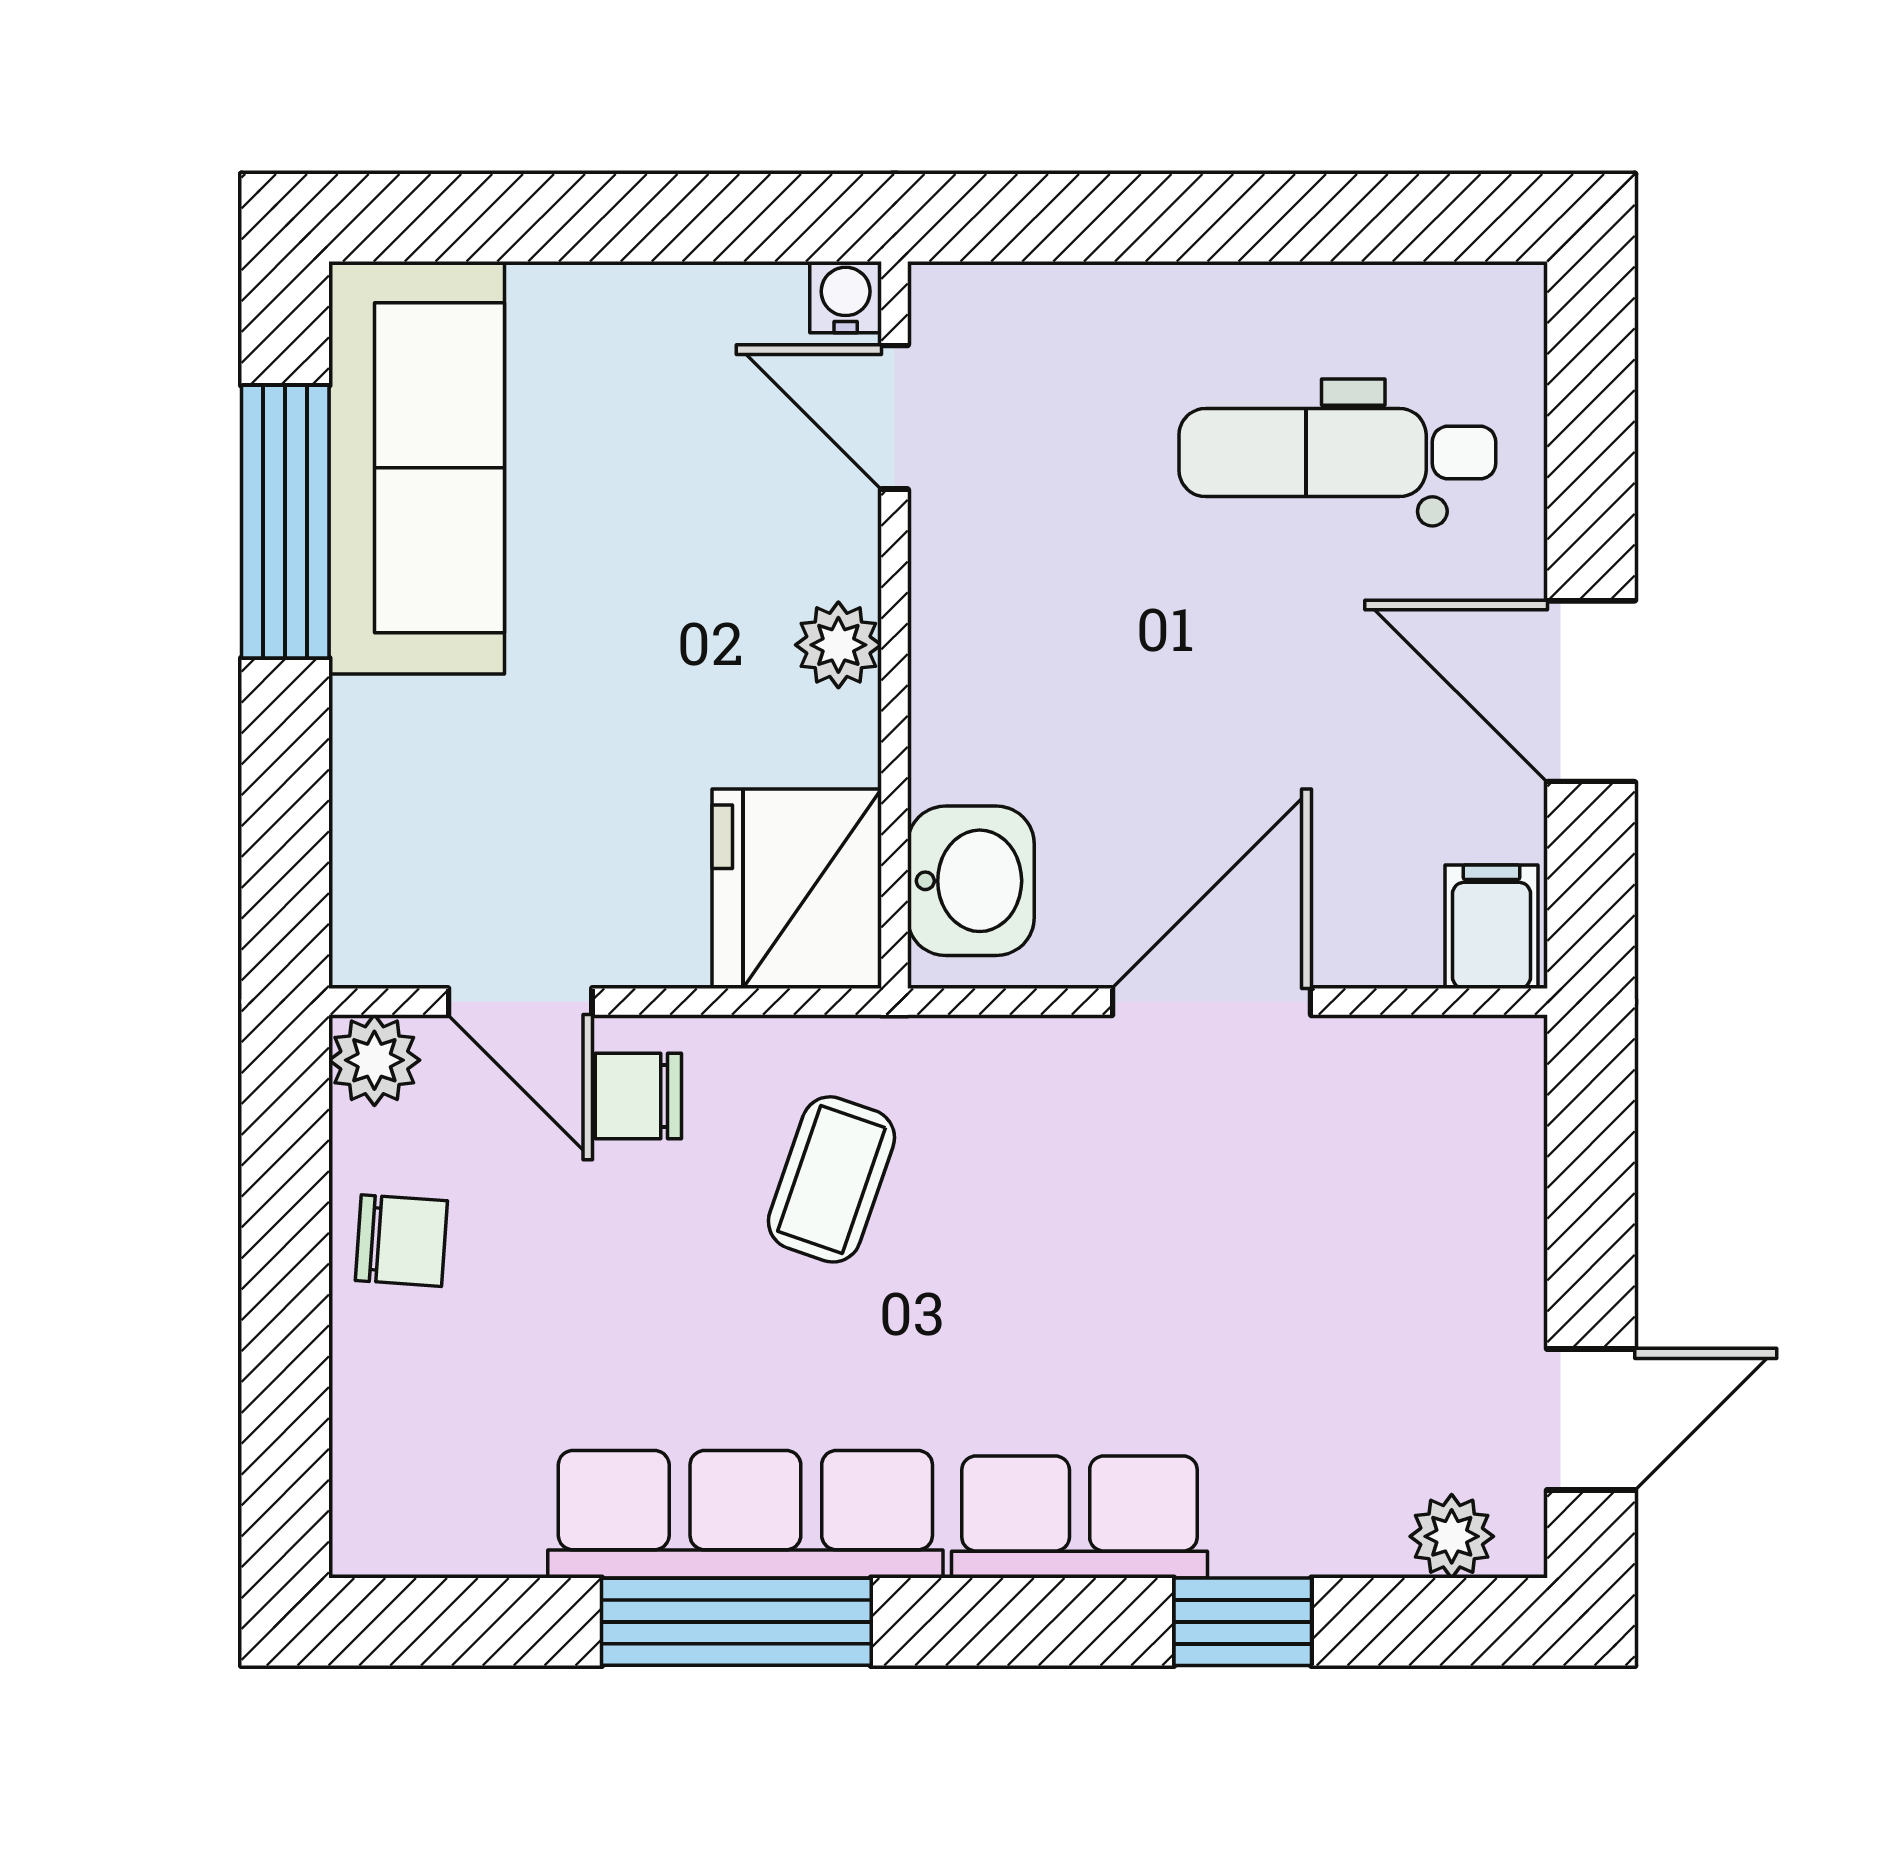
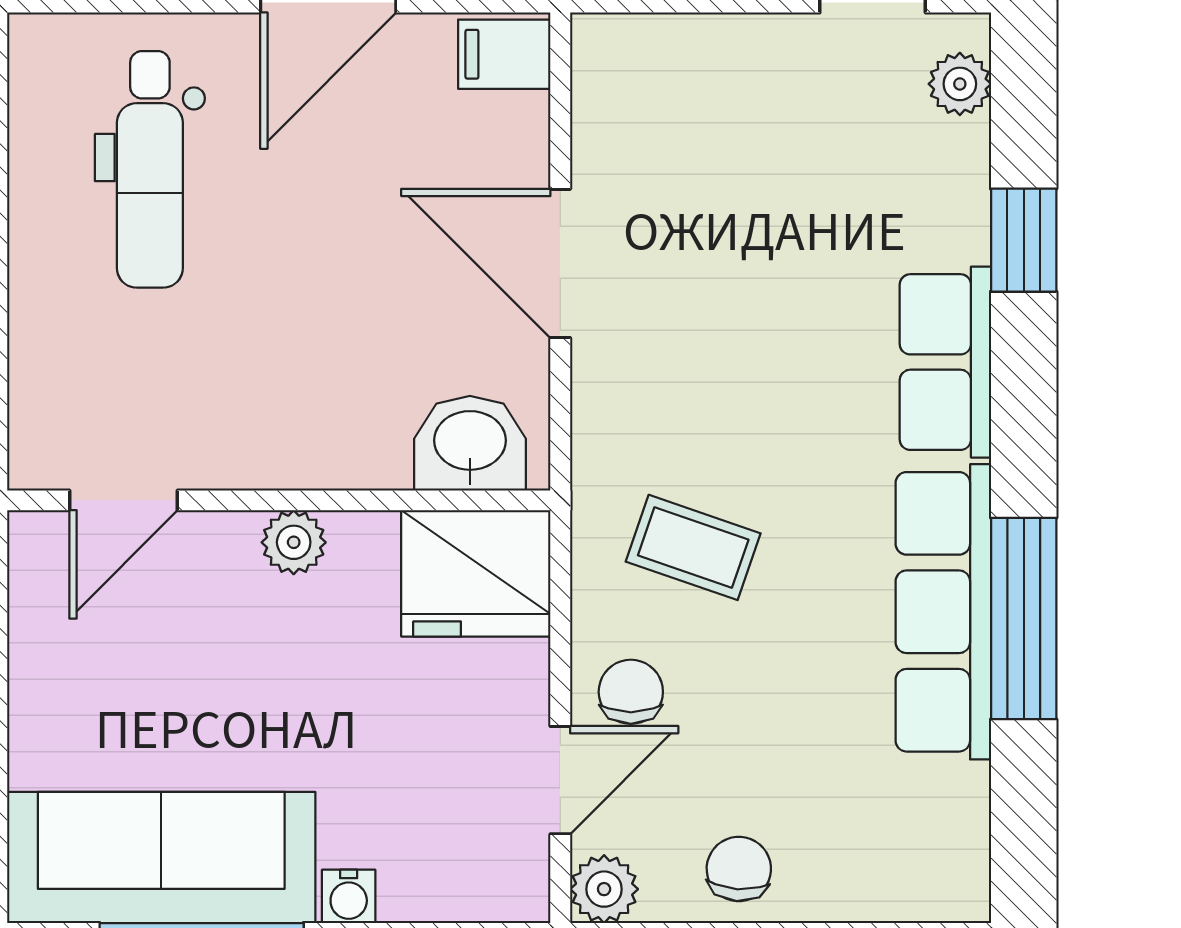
water cooler: (846, 297) -> (349, 896), moved, turned -90
chair: (638, 1096) -> (631, 692), turned 180

